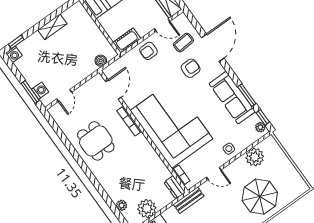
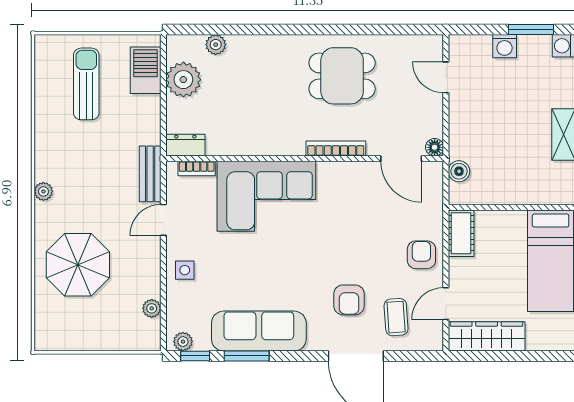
floor lamp: (98, 79) -> (435, 147), added
washing machine: (40, 91) -> (505, 46), moved
window: (30, 92) -> (531, 29), moved
corner sofa: (171, 125) -> (266, 196), width x0.73, depth x0.74
plant: (255, 157) -> (152, 308), width x0.53, depth x0.53
bench: (189, 200) -> (150, 174), moved

